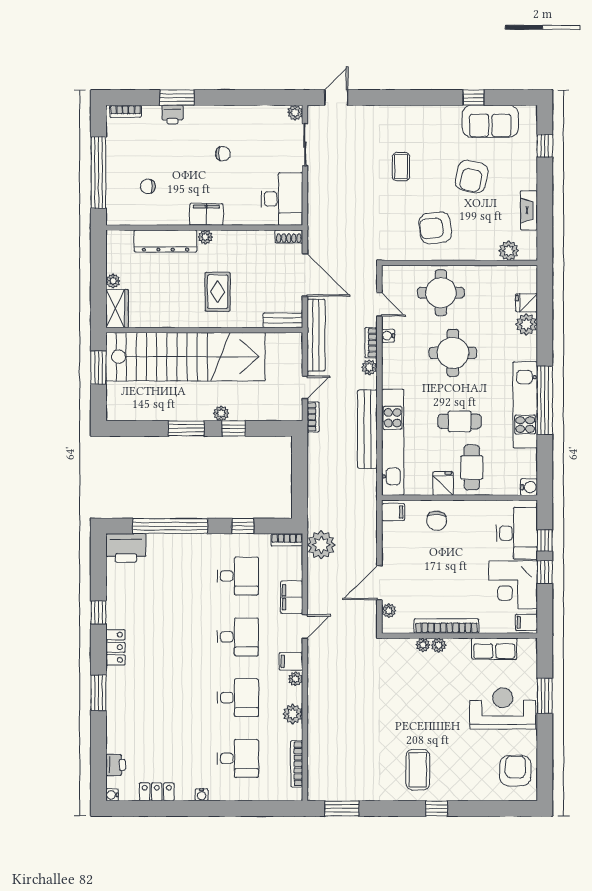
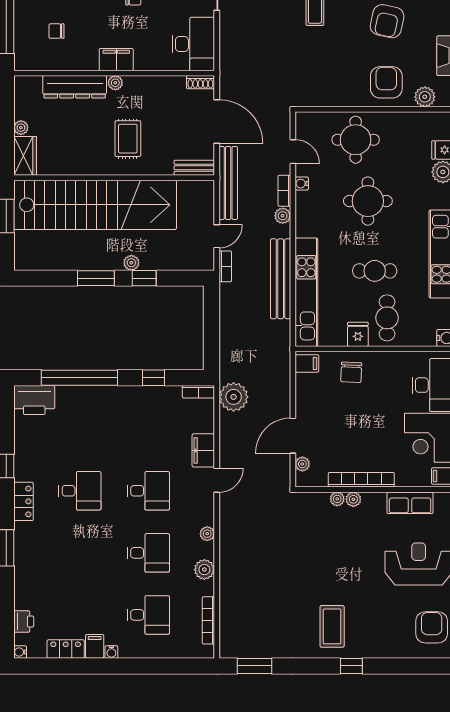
armchair: (435, 228) -> (386, 82), moved, turned 97
desk: (238, 576) -> (80, 491), moved
filing cabinet: (291, 661) -> (95, 646), moved, turned 90

